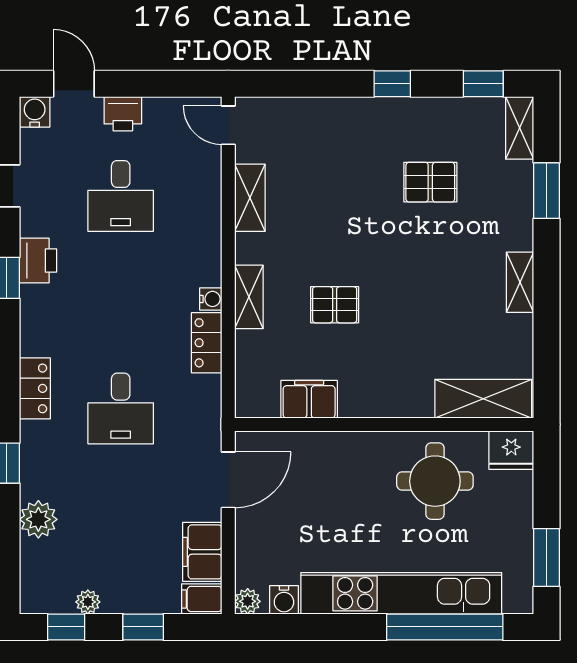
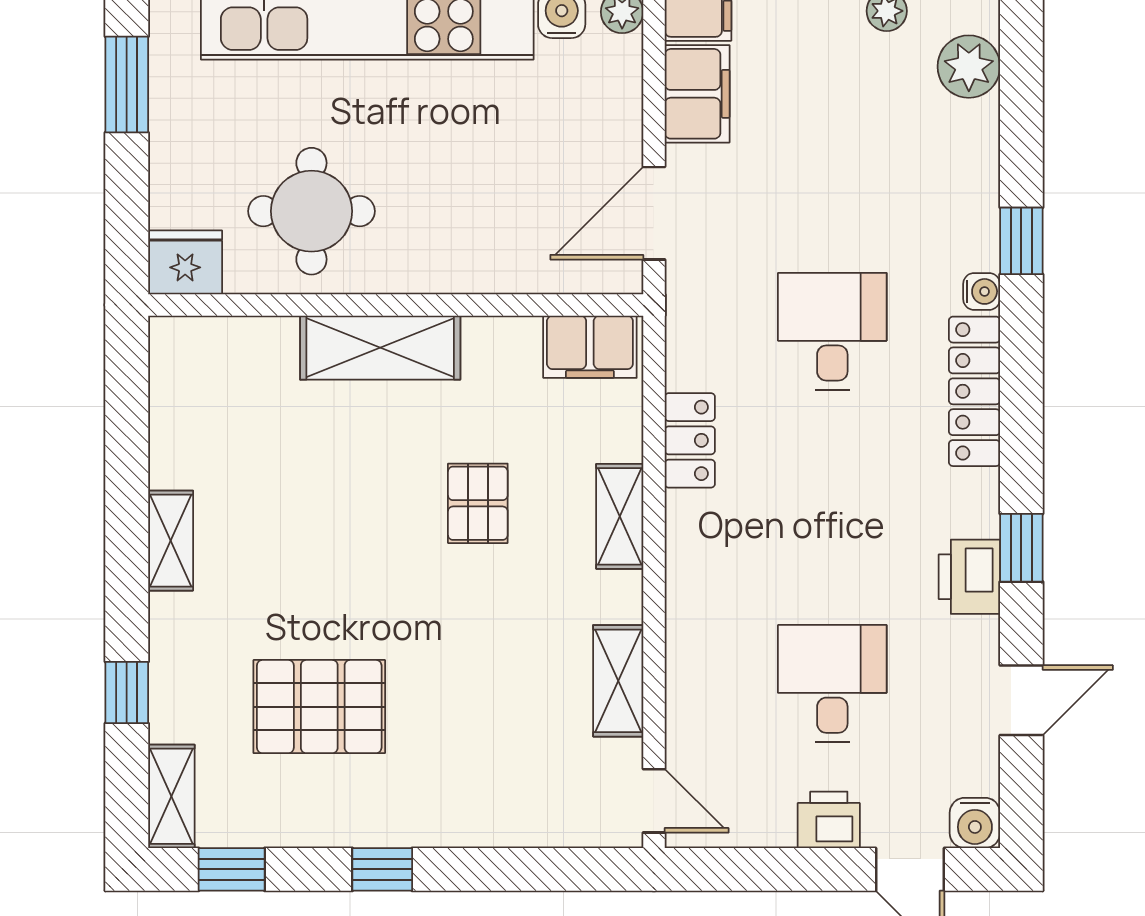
pallet: (430, 182) -> (319, 707), width x1.50, depth x1.42
window: (546, 191) -> (127, 692), width x0.67
water cooler: (211, 299) -> (982, 291), moved, turned 180
pallet: (335, 305) -> (478, 503), turned 90
locker: (35, 388) -> (974, 391), width x1.53
filing cabinet: (309, 399) -> (590, 347), moved
shelving: (483, 399) -> (380, 348), moved
plant: (38, 519) -> (969, 67), moved

